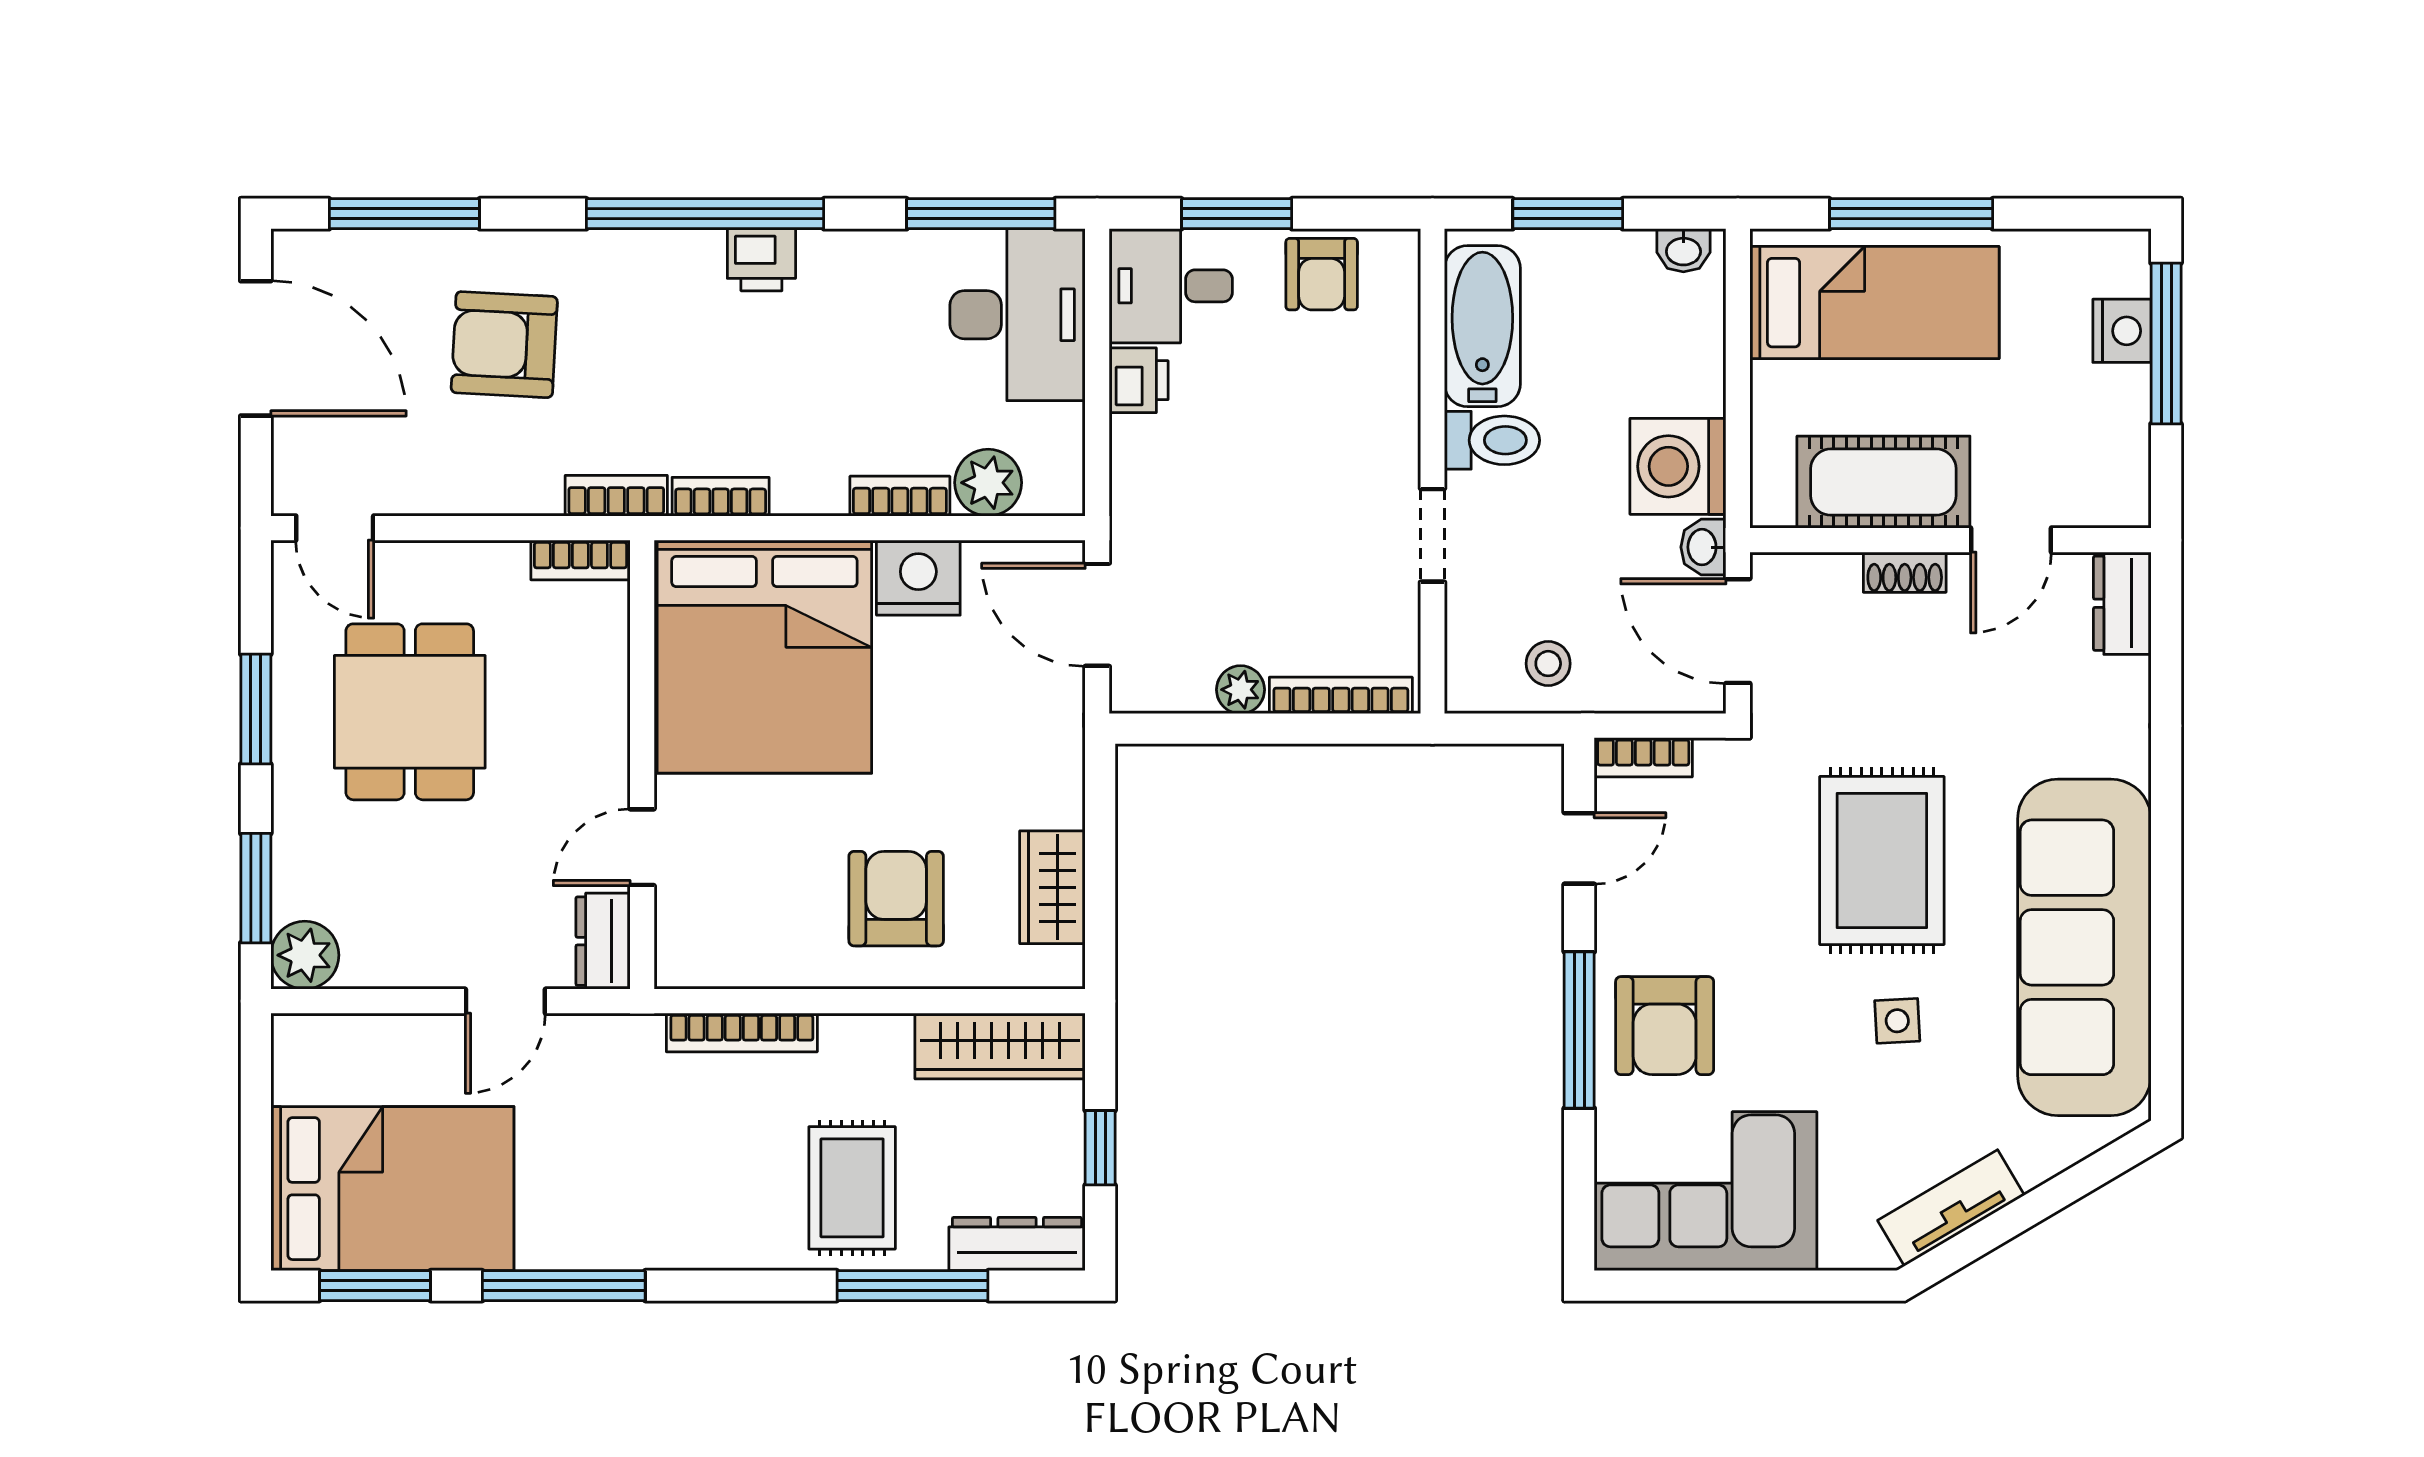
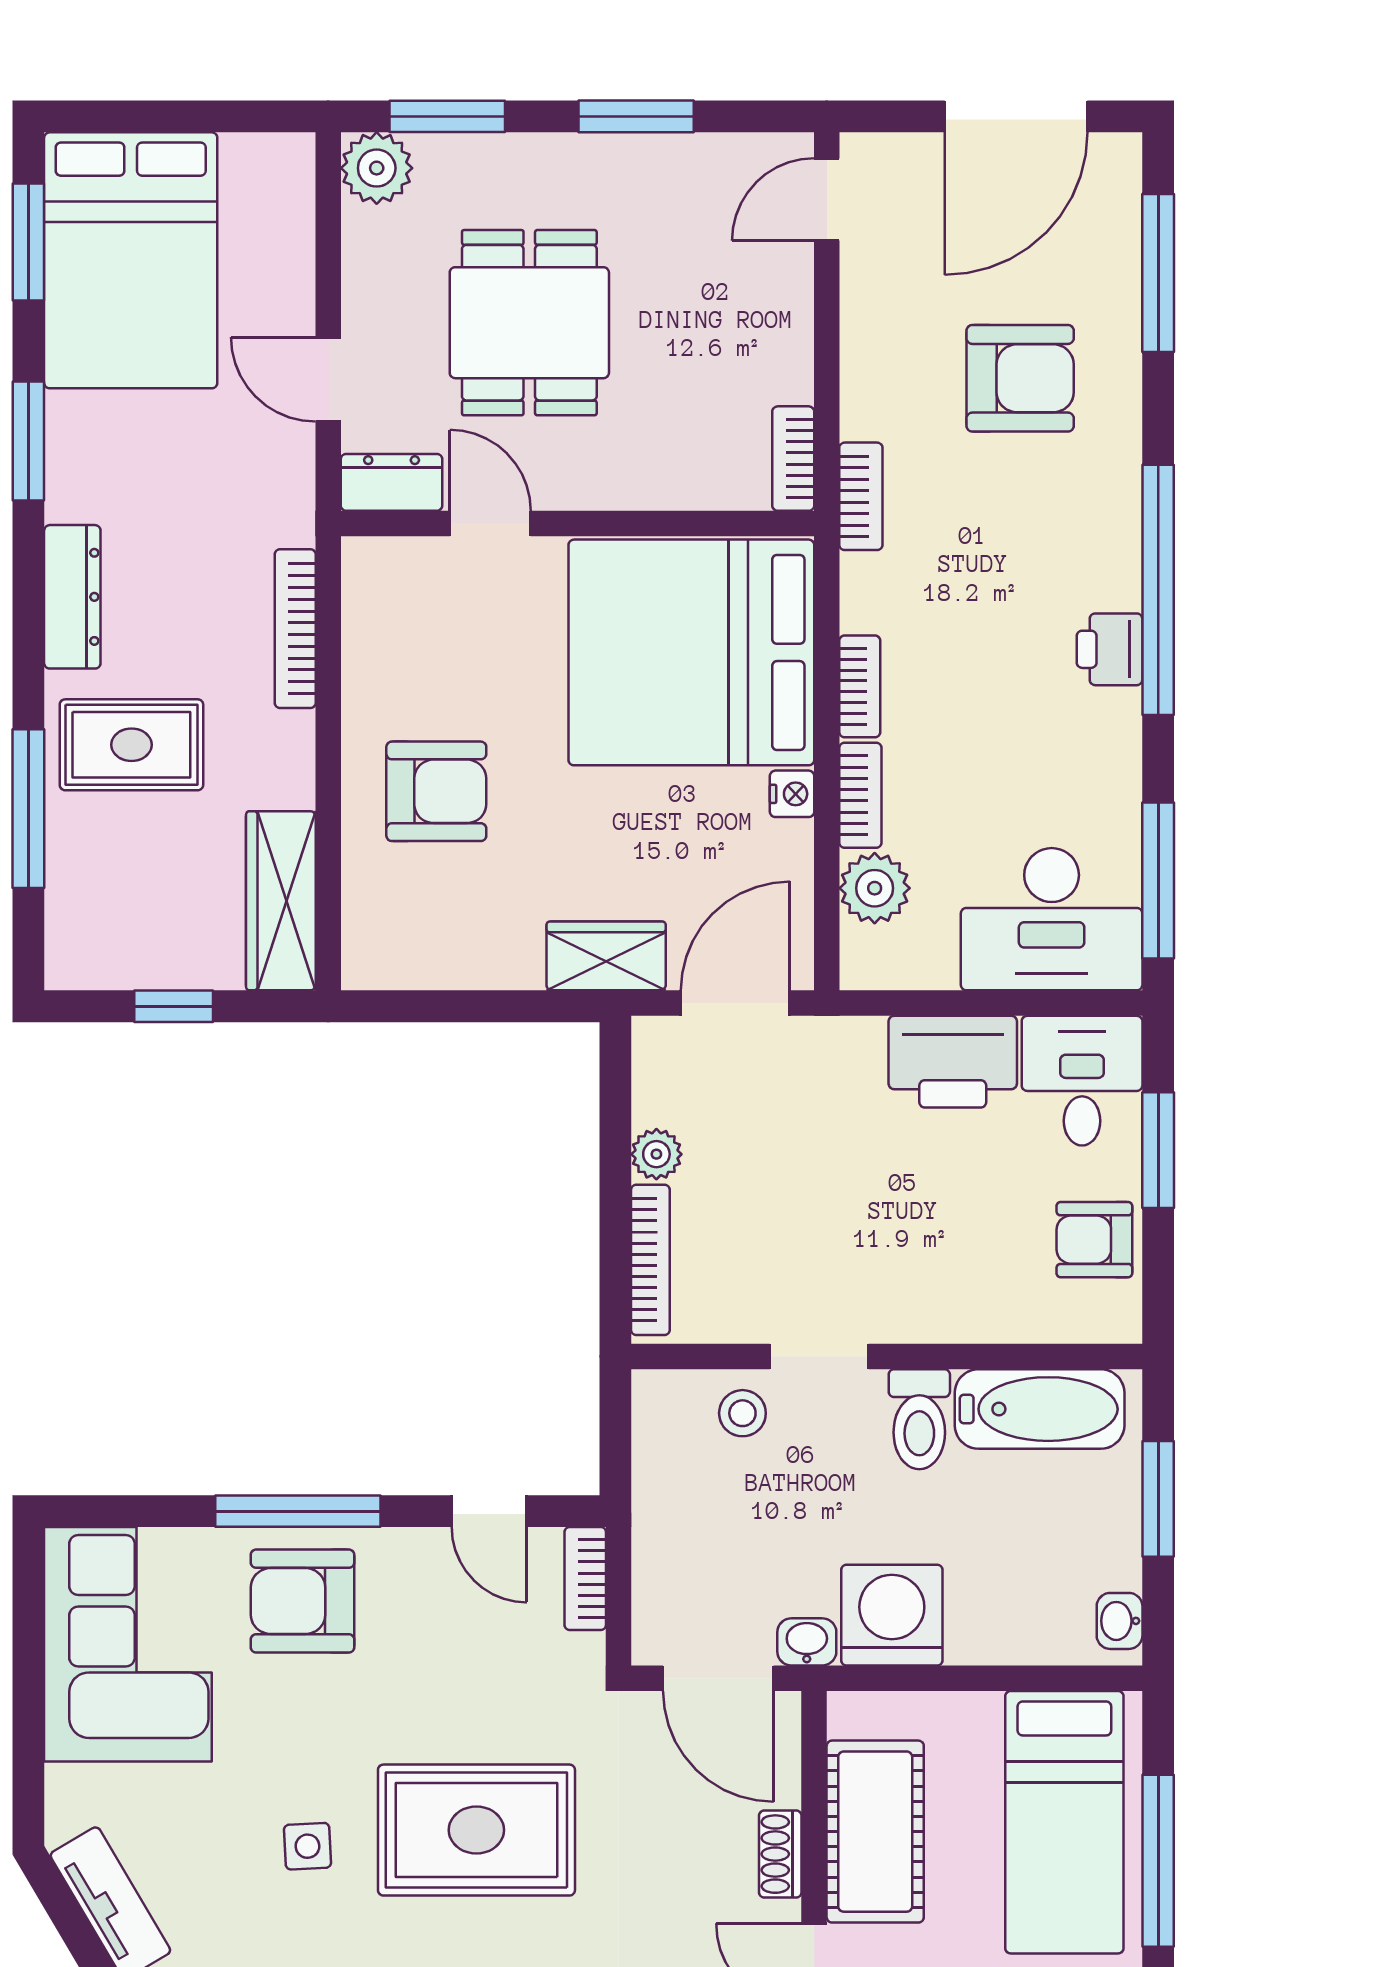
armchair: (504, 345) -> (1020, 378), turned 87
printer: (1139, 380) -> (953, 1062), width x1.87, depth x1.48
bookcase: (721, 497) -> (860, 686), moved
nightstand: (918, 578) -> (792, 794), width x0.53, depth x0.56
door: (1738, 631) -> (718, 1678), swing flipped
stool: (1548, 664) -> (742, 1413), moved
dining table: (410, 712) -> (529, 323), moved, turned 90
wardrobe: (1052, 887) -> (606, 956), moved
dresser: (1017, 1244) -> (72, 597), moved
window: (564, 1286) -> (28, 441), width x0.69

